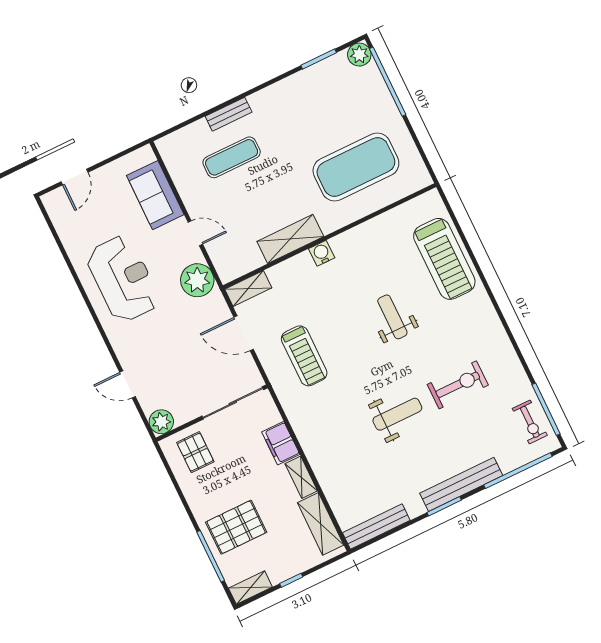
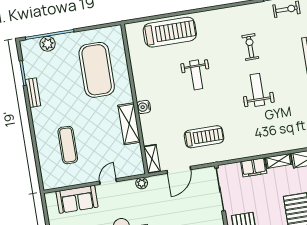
plant: (359, 55) -> (48, 44), moved
bench: (229, 114) -> (33, 93), moved
plant: (197, 280) -> (142, 183), width x0.53, depth x0.53
weight bench: (392, 317) -> (196, 75), turned -90
exercise bike: (458, 385) -> (250, 47), width x0.73, depth x0.72

